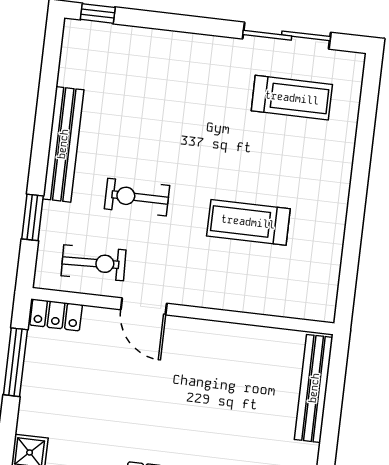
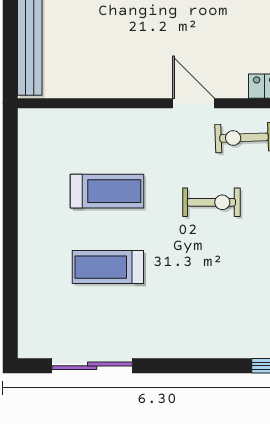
treadmill: (292, 98) -> (108, 267), moved

